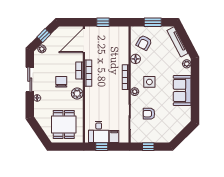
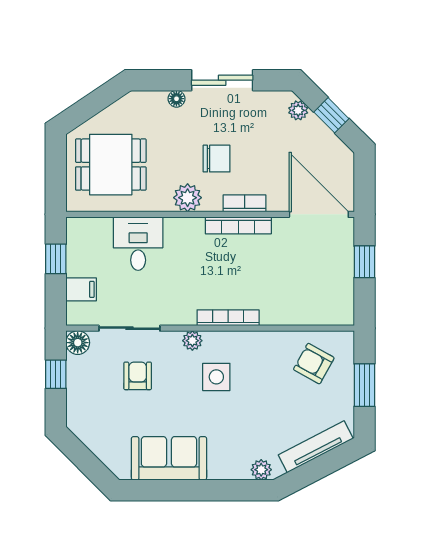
floor lamp: (136, 59) -> (78, 343), moved
sofa: (182, 90) -> (169, 458), moved
desk: (99, 132) -> (138, 244), moved, turned 90

